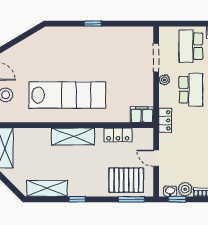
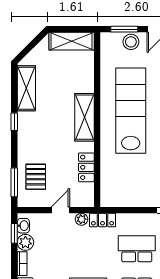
plant: (164, 80) -> (81, 219), moved
school desk: (191, 90) -> (137, 249), turned 180
lab bench: (67, 95) -> (131, 111), turned 180
filing cabinet: (142, 115) -> (109, 194), removed
pallet: (126, 180) -> (36, 177), width x0.67, depth x0.71

